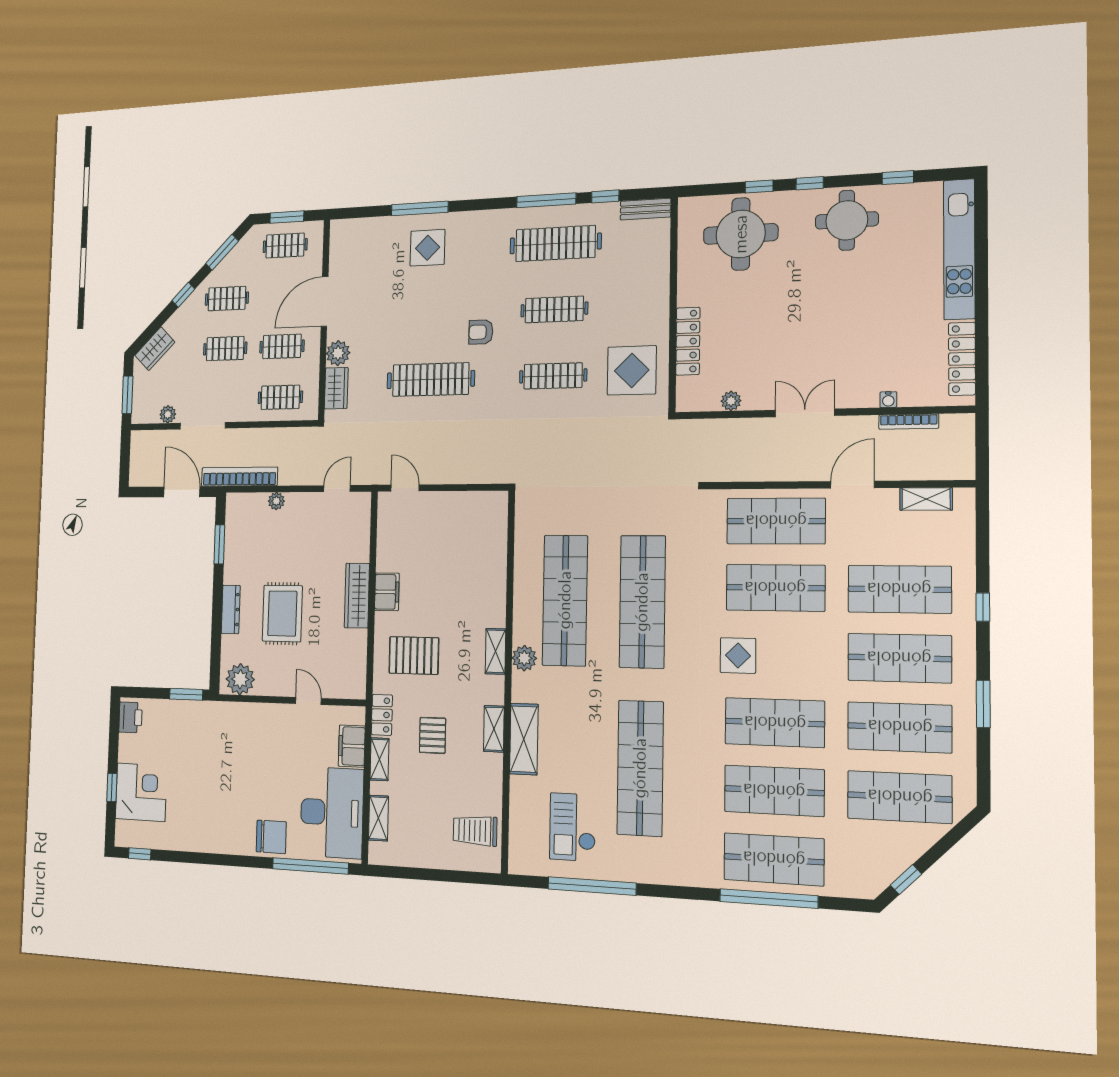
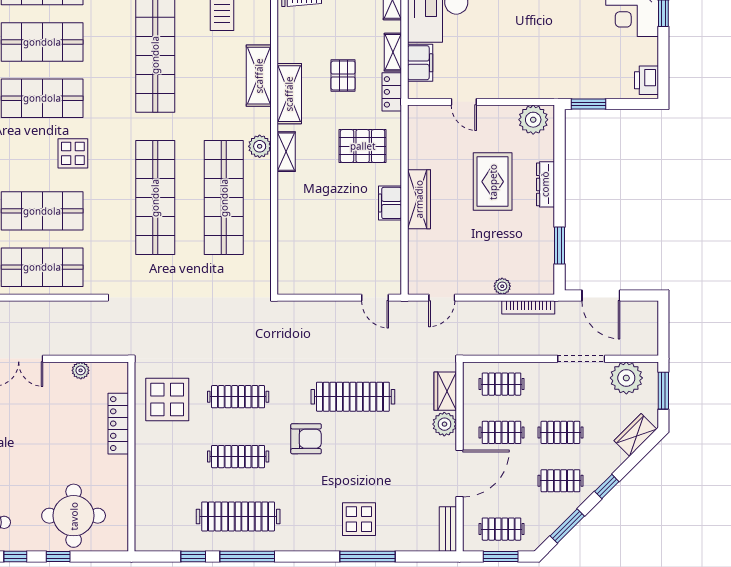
bench: (646, 209) -> (448, 529), moved, turned 90
armchair: (481, 332) -> (306, 439), width x1.38, depth x1.38
plant: (168, 414) -> (626, 378), width x1.87, depth x1.87
bookcase: (239, 477) -> (528, 307), width x0.68, depth x0.76
shelving: (494, 729) -> (289, 94), width x1.50, depth x1.33

